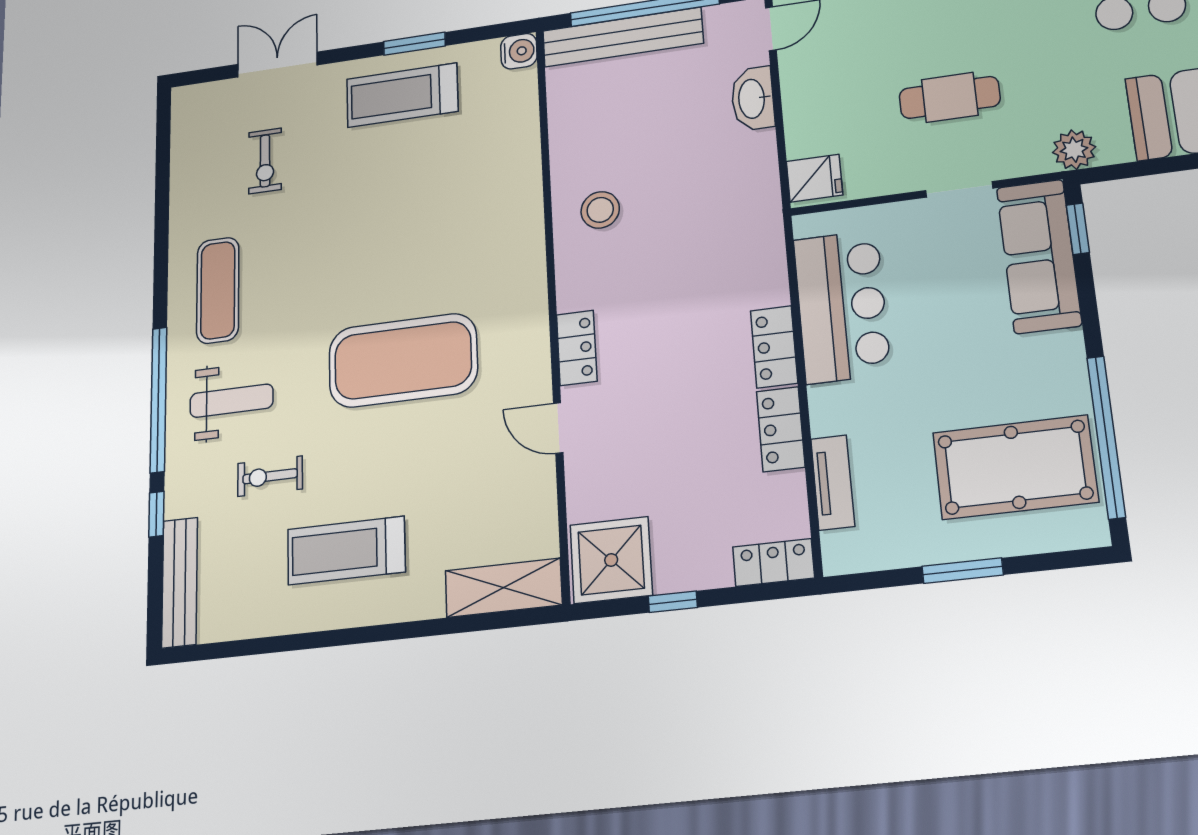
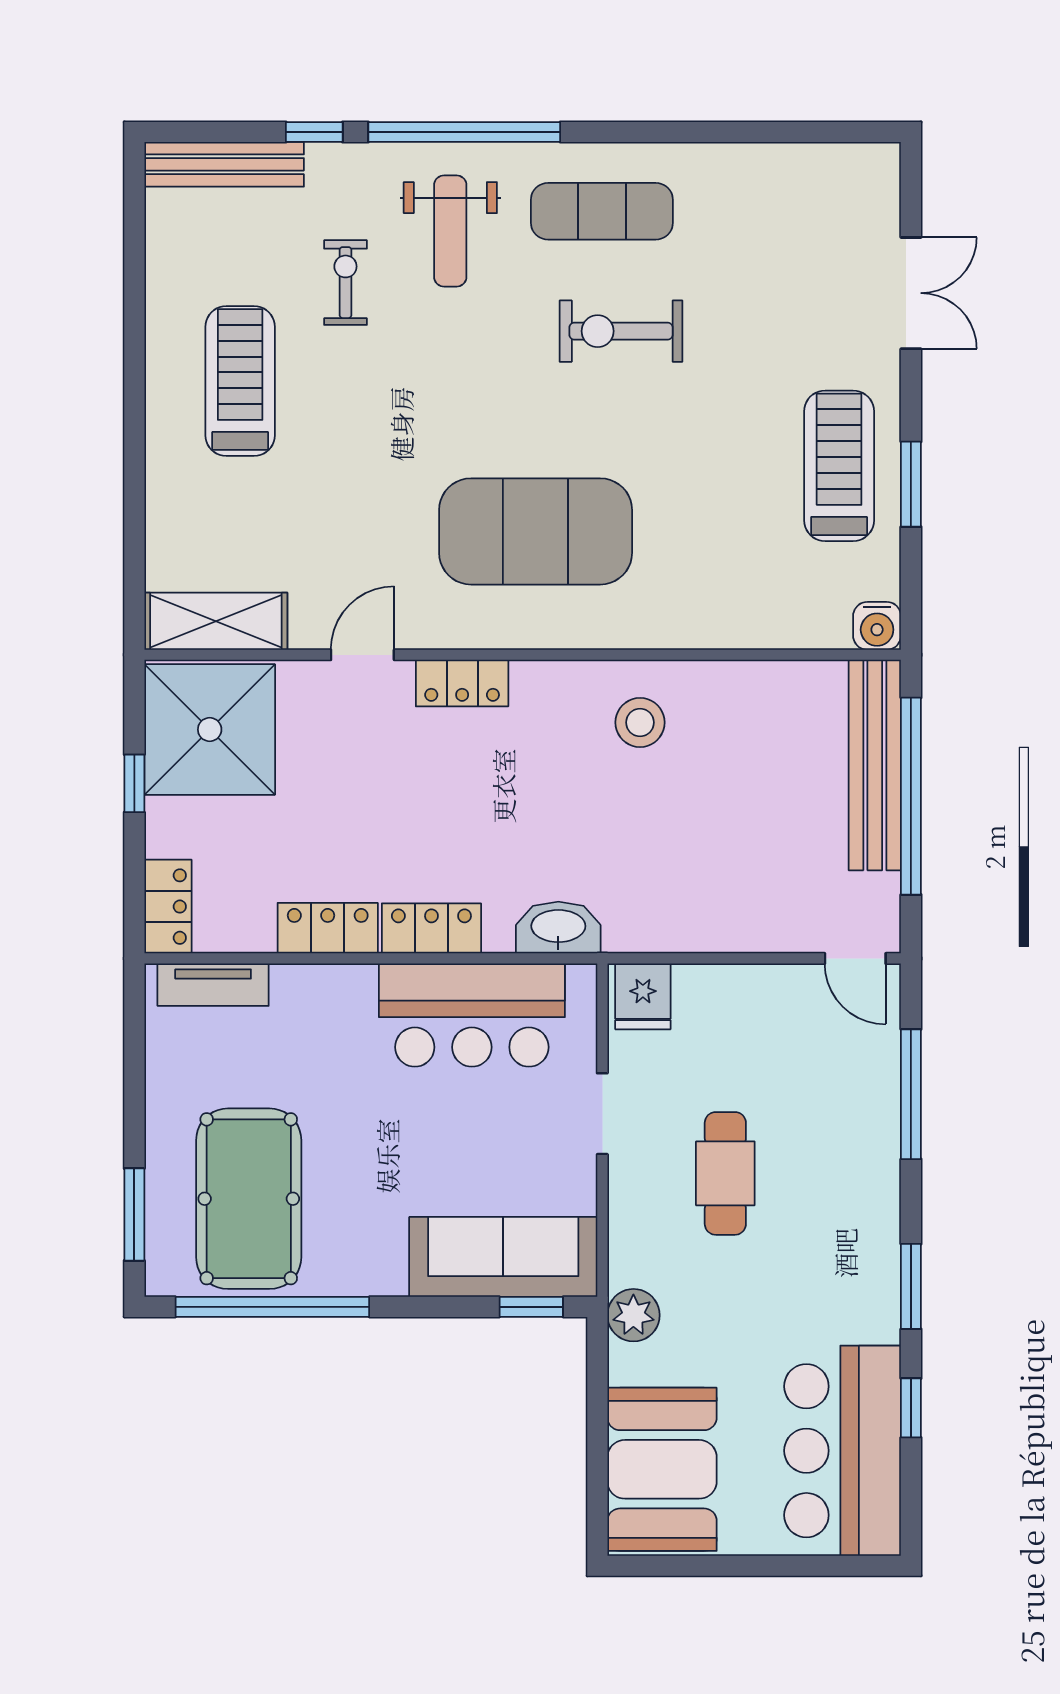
washbasin: (753, 99) -> (558, 928), moved
exercise bike: (265, 161) -> (621, 331), moved, width x1.38, depth x1.39
doorway: (959, 189) -> (602, 1114), moved
exercise mat: (403, 360) -> (536, 531), moved, turned 90
tv unit: (833, 482) -> (213, 985), moved
shower: (611, 560) -> (210, 730), width x1.37, depth x1.37
window: (963, 571) -> (134, 1215), moved
shelving: (504, 588) -> (216, 621), moved, turned 90

